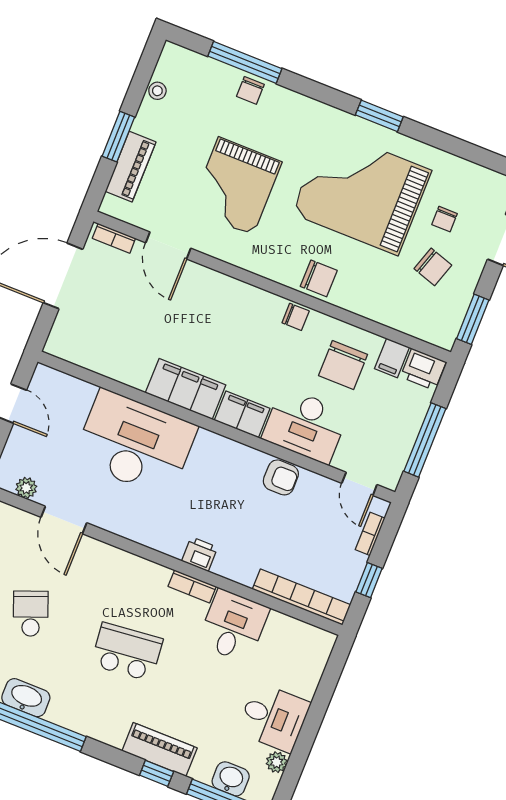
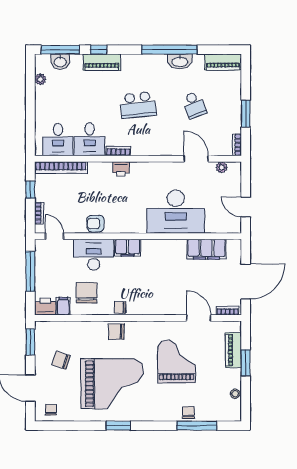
chair: (445, 219) -> (51, 410), moved
filing cabinet: (186, 389) -> (206, 249), moved
desk: (274, 717) -> (58, 140), moved, turned -90

